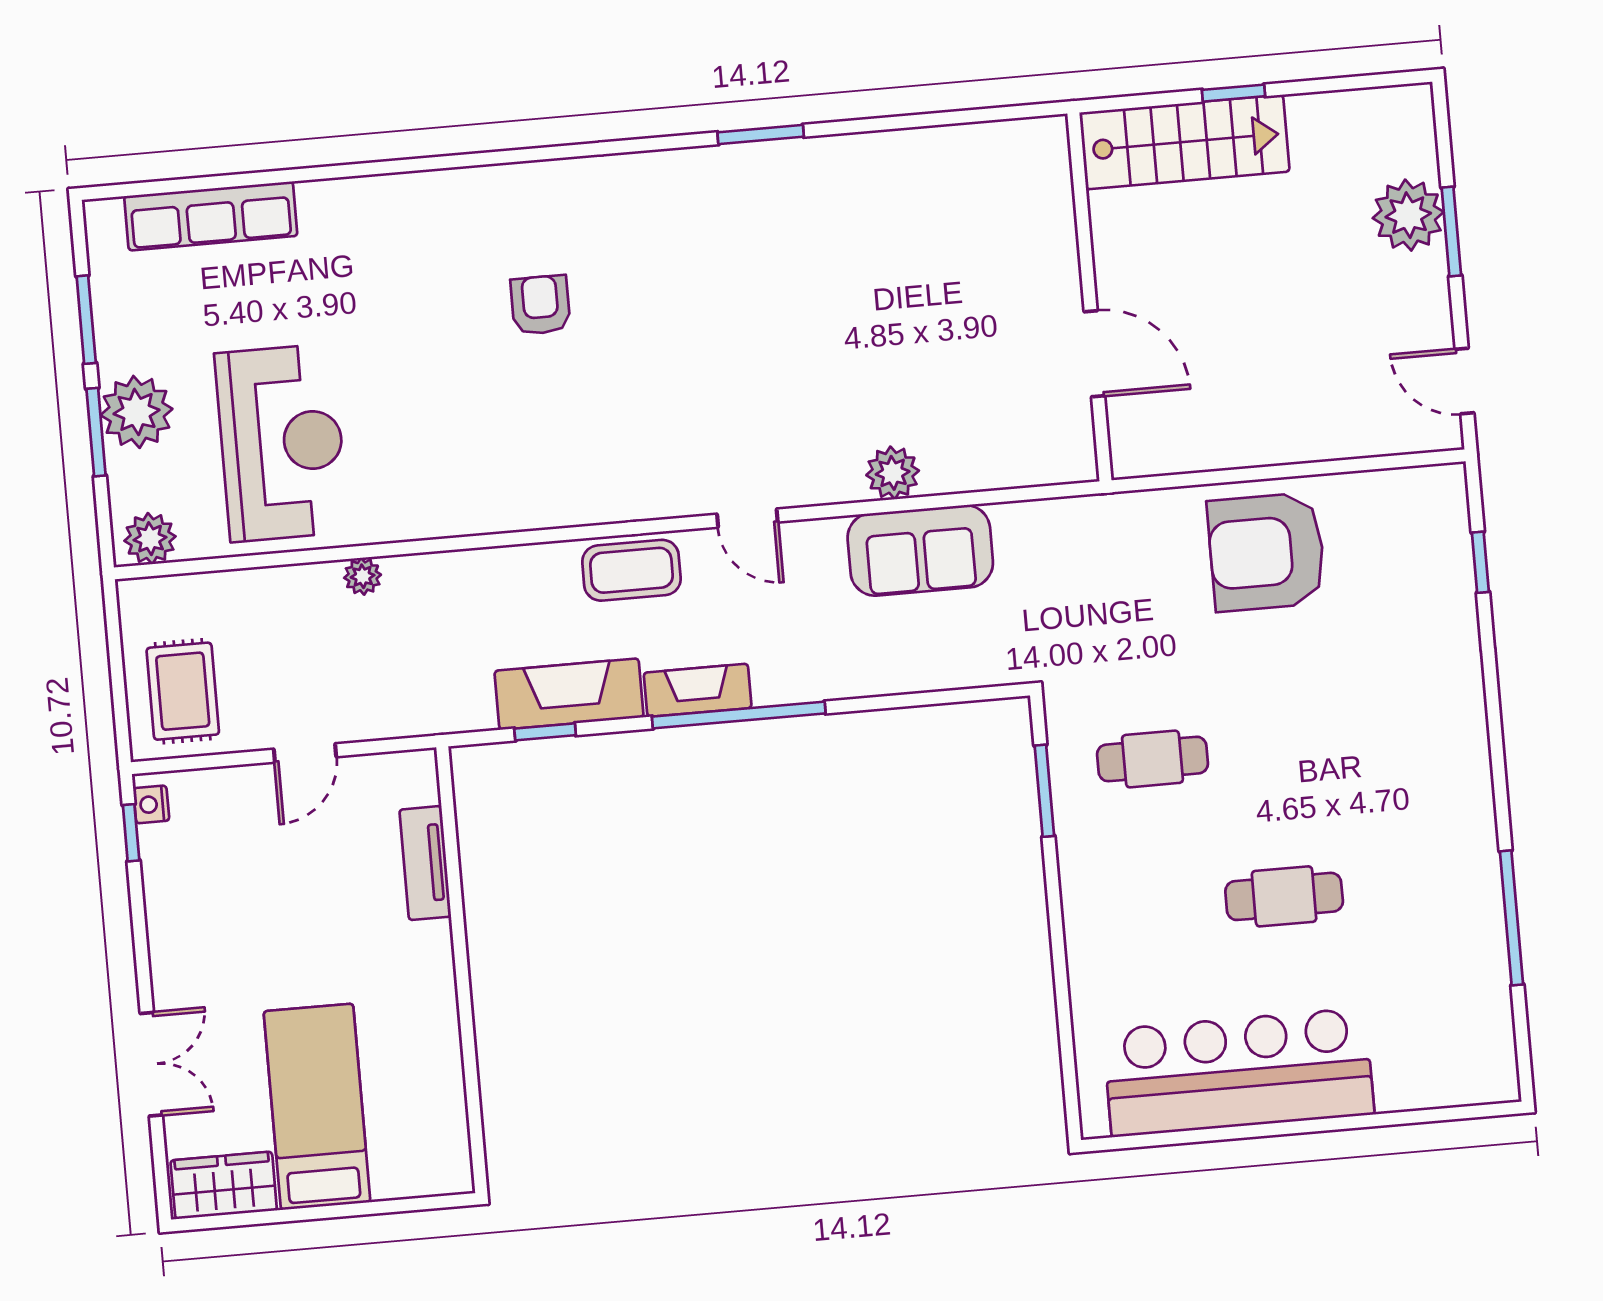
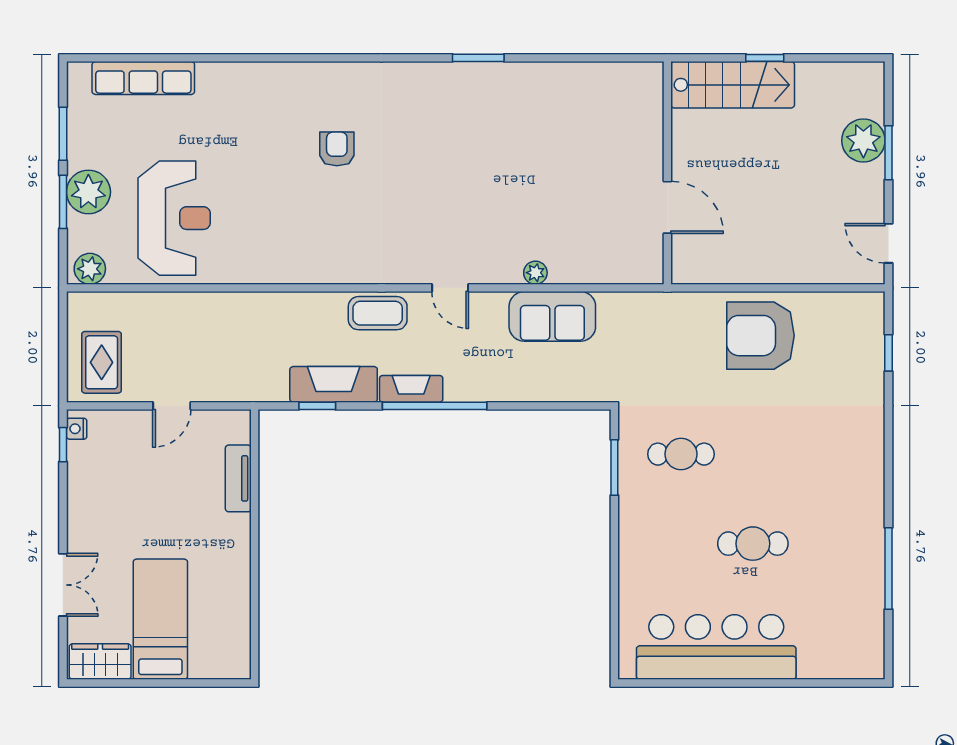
plant: (893, 473) -> (535, 273), width x0.73, depth x0.73
plant: (363, 576) -> (216, 303), removed

